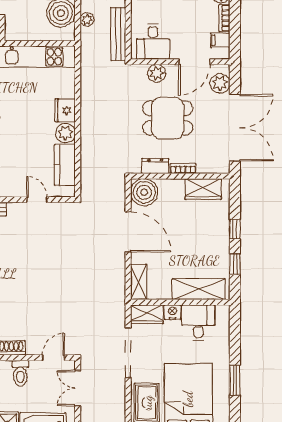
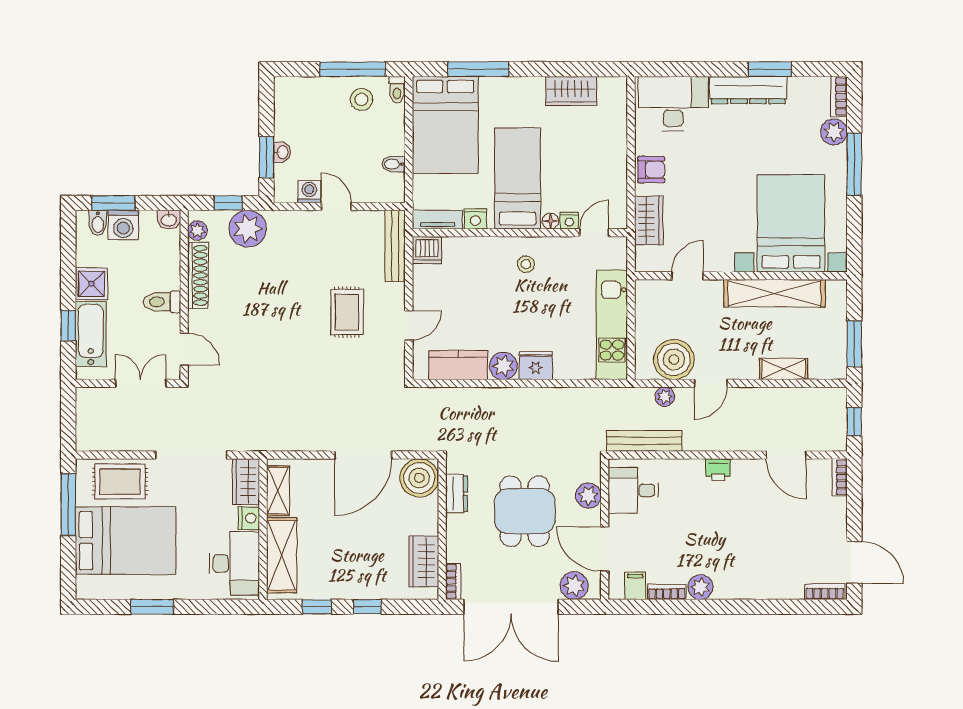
bookcase: (183, 168) -> (453, 581), moved
rug: (28, 243) -> (347, 312), added
shelving: (139, 282) -> (278, 491), moved, turned 90
desk: (198, 322) -> (234, 563), width x1.37

